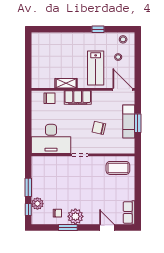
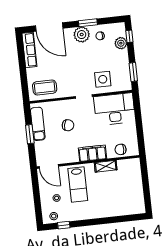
window: (98, 29) -> (64, 225), moved
lab bench: (96, 68) -> (78, 185), turned 180
exam couch: (129, 121) -> (38, 124), moved
side table: (59, 170) -> (103, 79), added
window: (28, 187) -> (133, 72), moved
row of seats: (129, 213) -> (29, 50), width x1.48
door: (107, 227) -> (49, 27), width x1.87

